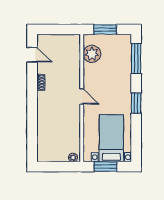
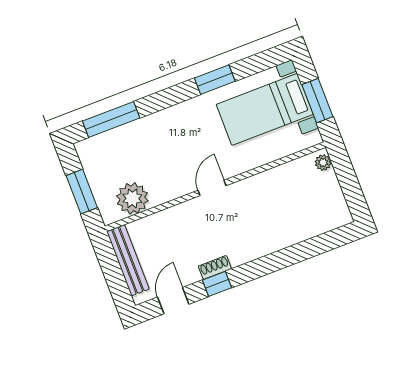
bench: (61, 40) -> (128, 260), added
window: (32, 80) -> (217, 284), added
window: (136, 103) -> (215, 80), moved

